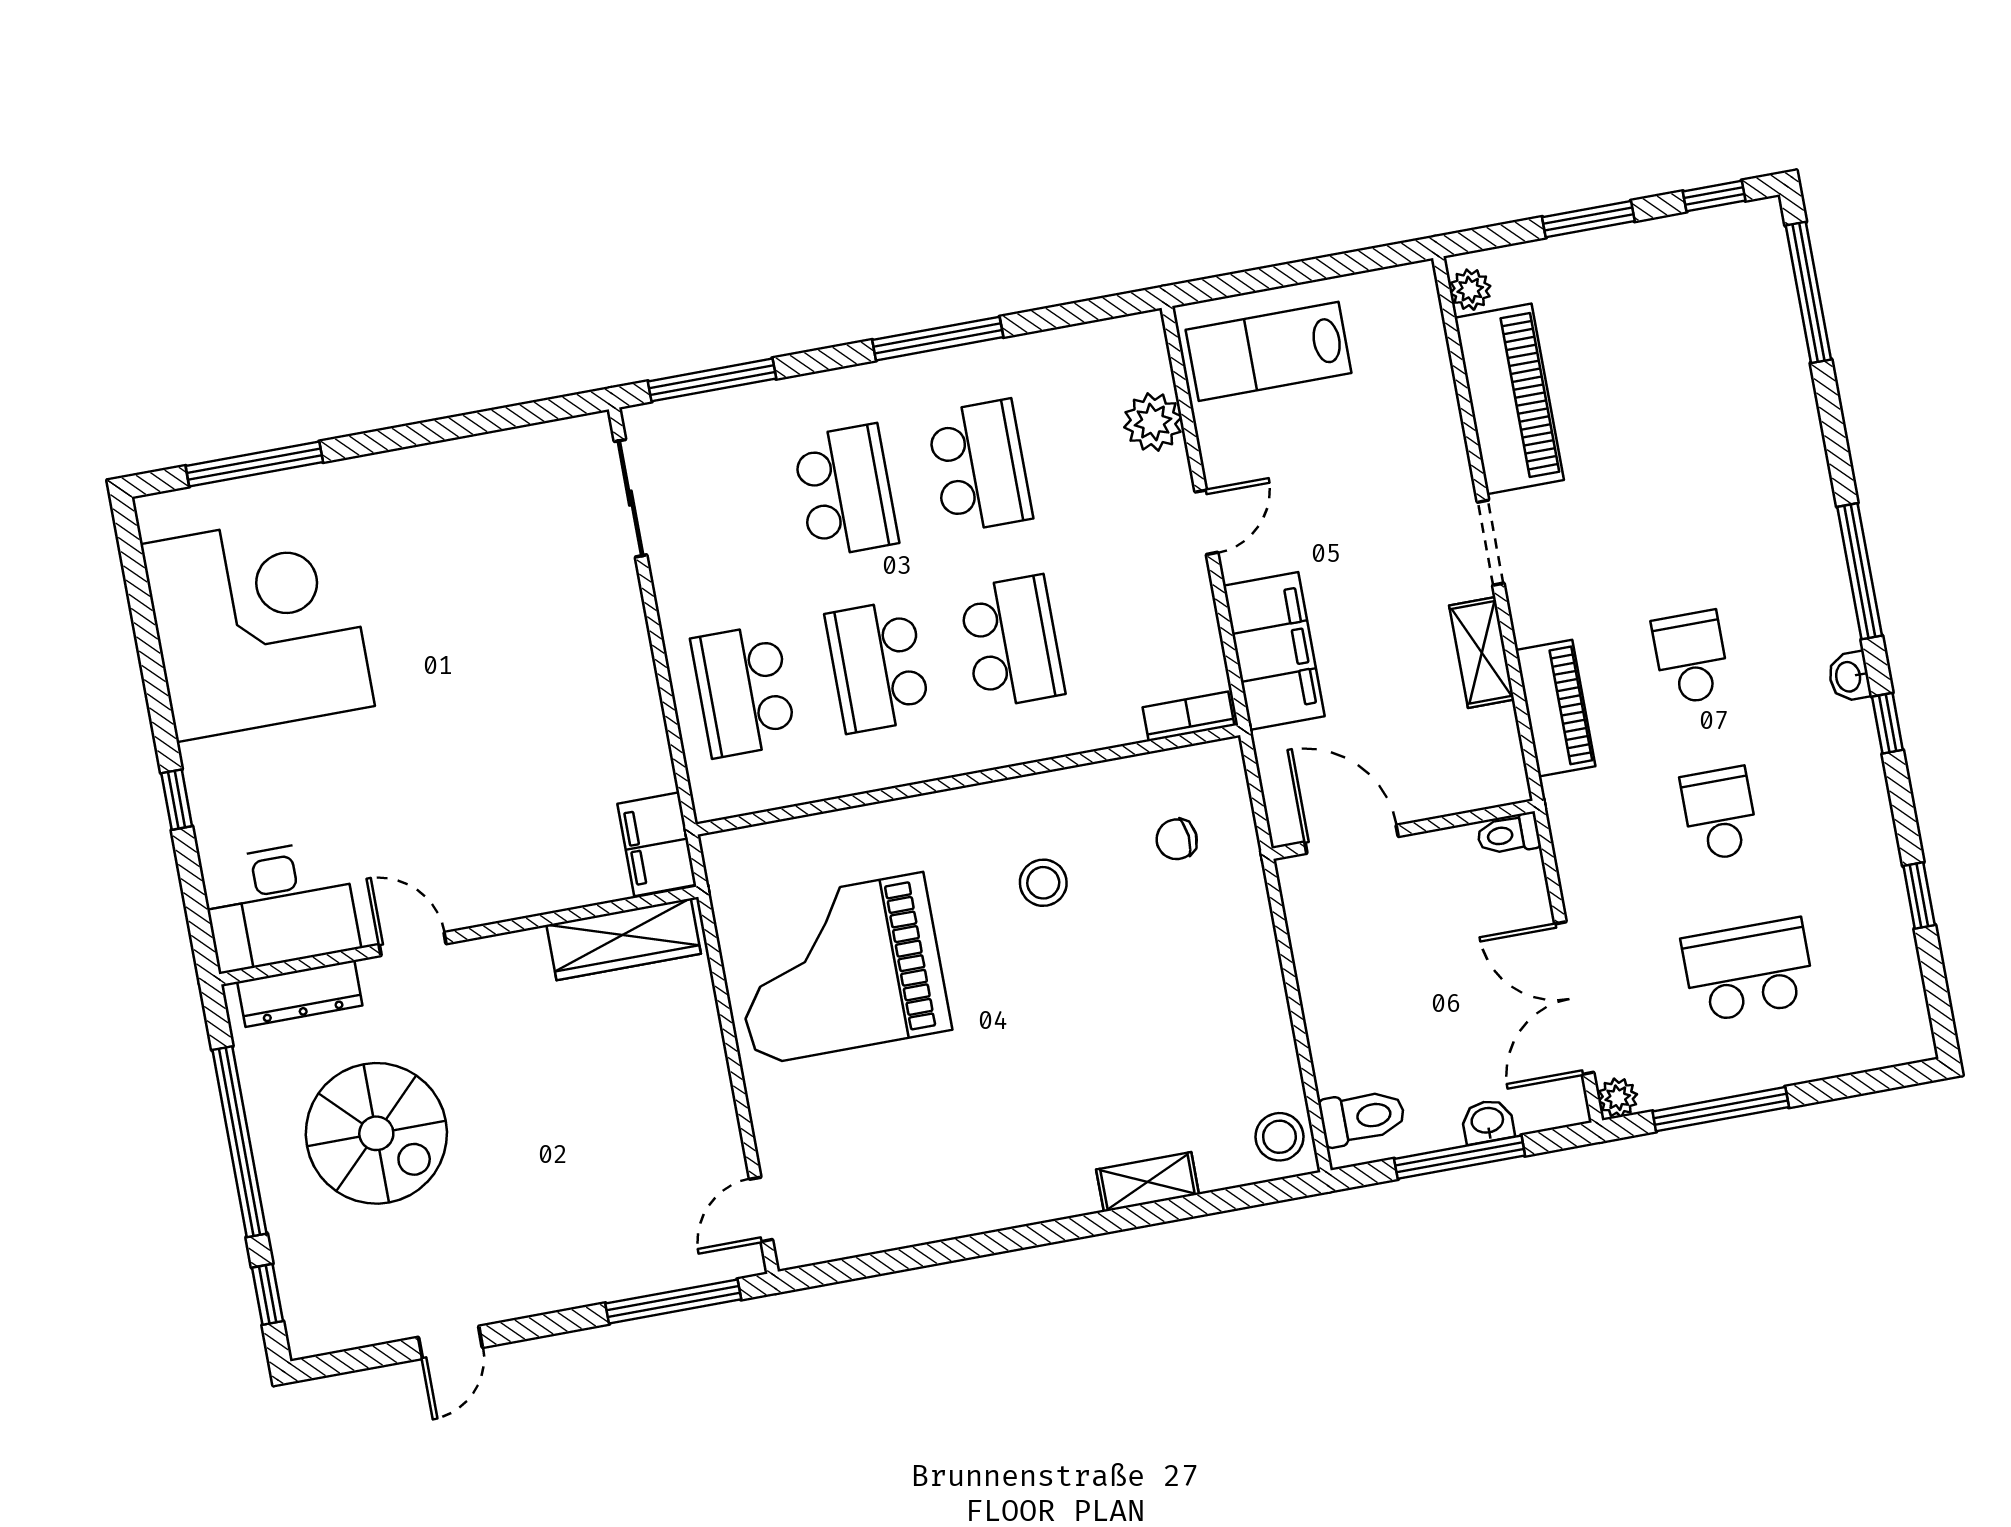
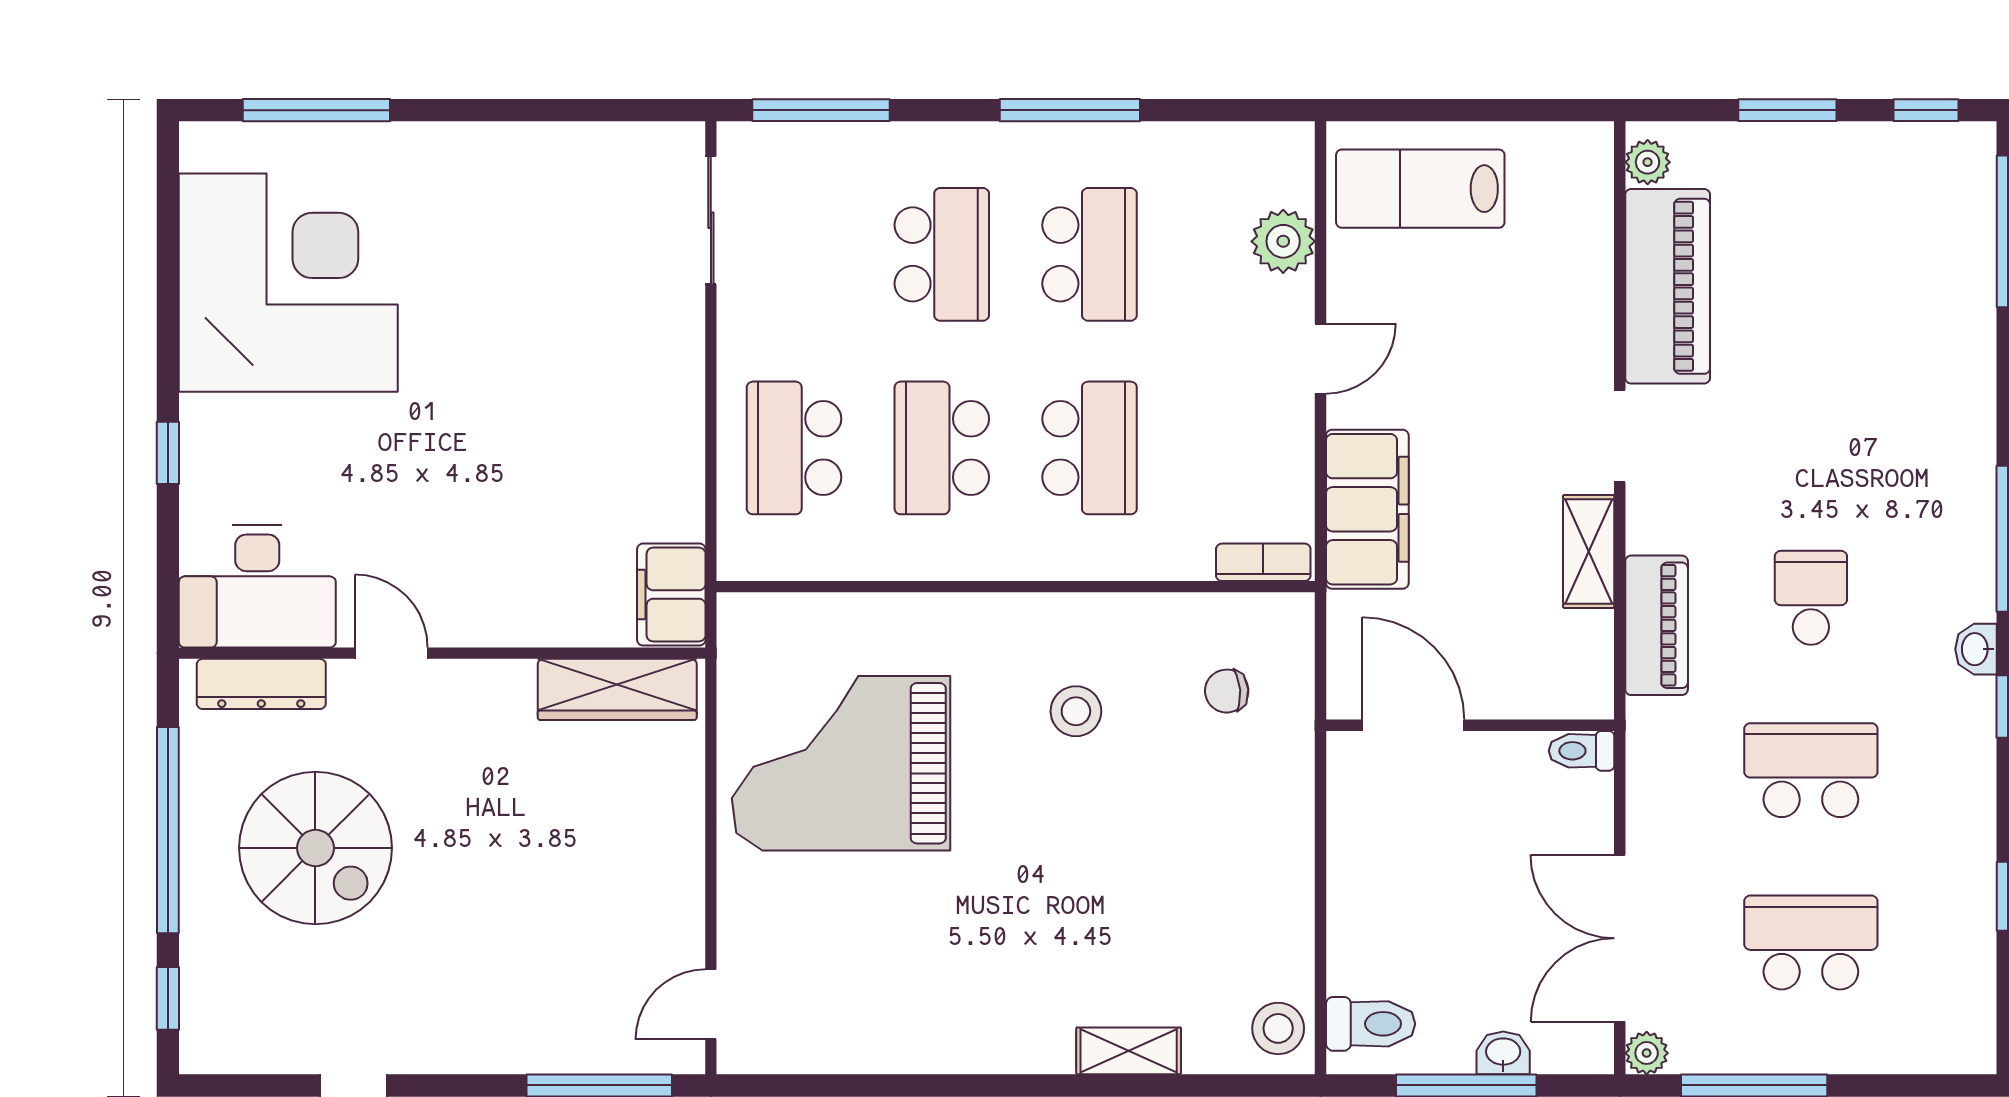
school desk: (1720, 814) -> (1811, 770), width x1.85

